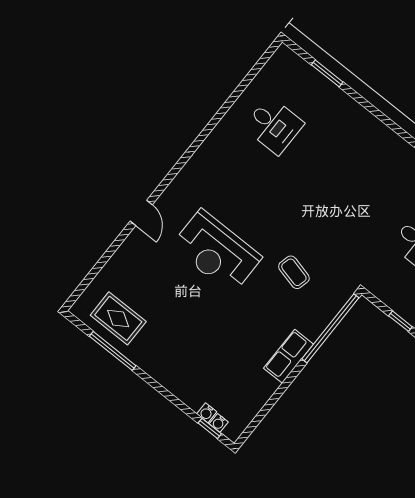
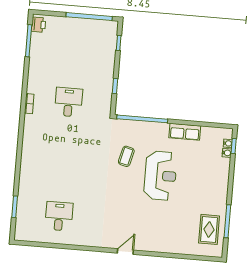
door: (141, 213) -> (125, 252), moved
reception desk: (216, 252) -> (160, 176), moved
row of seats: (289, 356) -> (185, 132), moved

